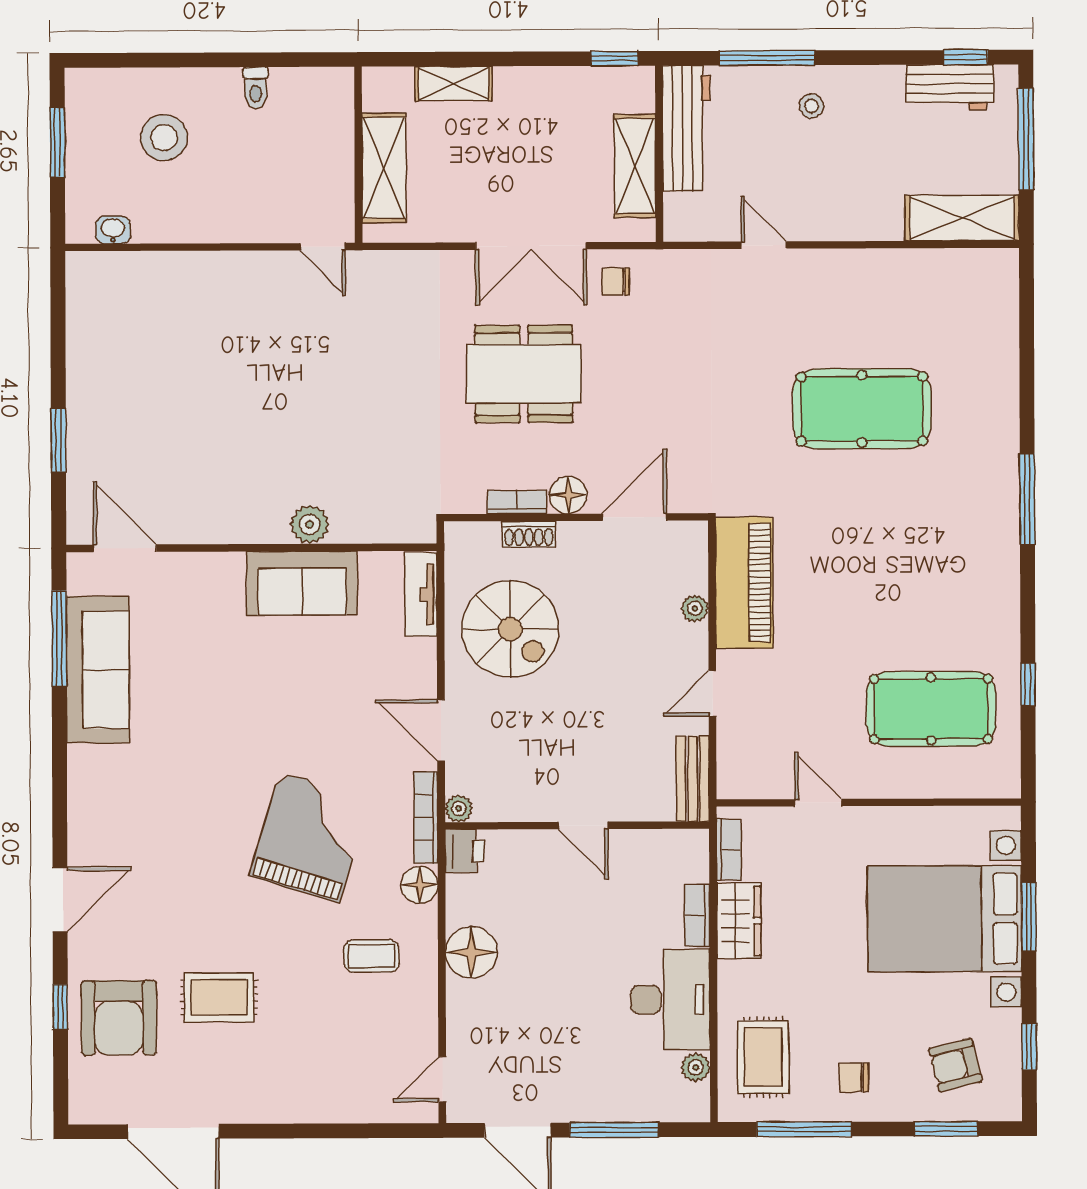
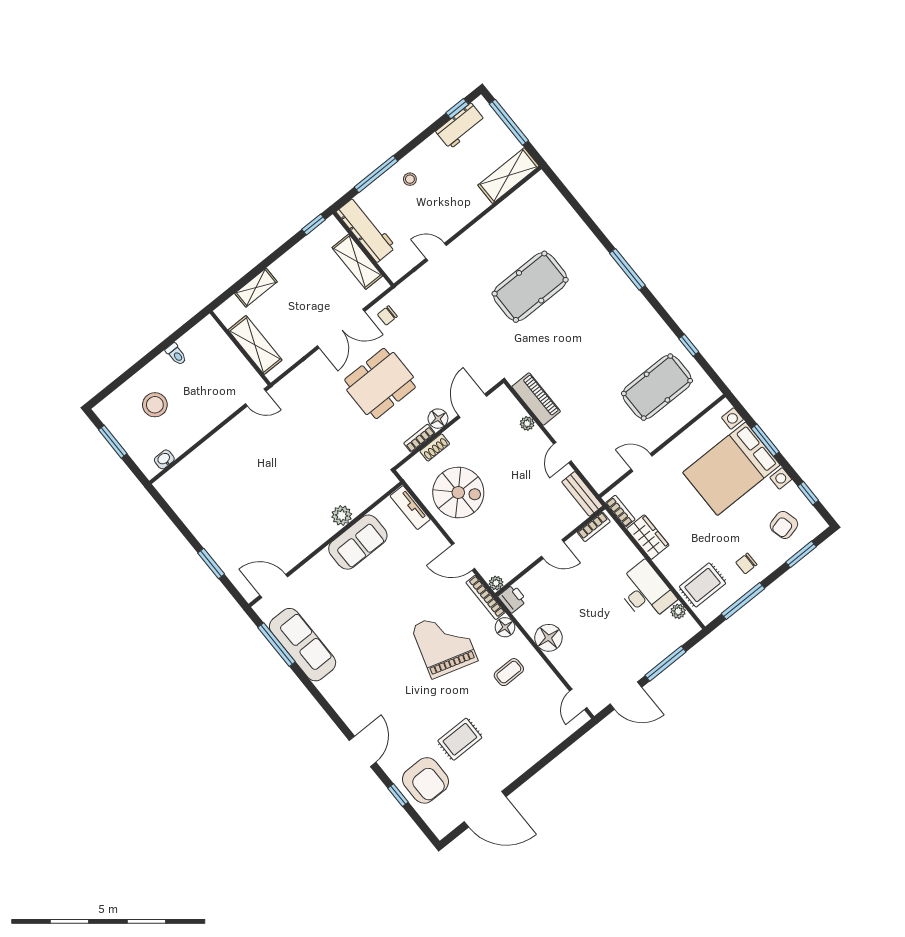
piano: (744, 583) -> (536, 399), width x0.73, depth x0.75
bookcase: (697, 915) -> (594, 527), moved, turned -90
rug: (763, 1057) -> (703, 585), turned 90

